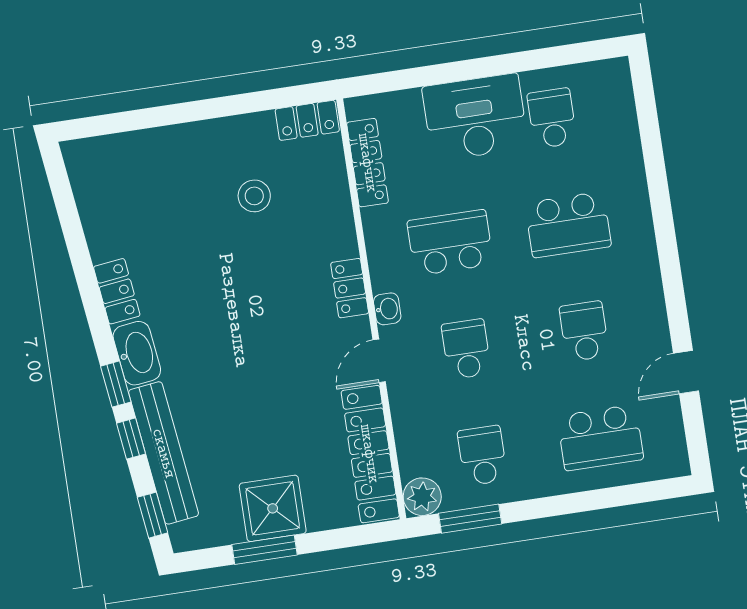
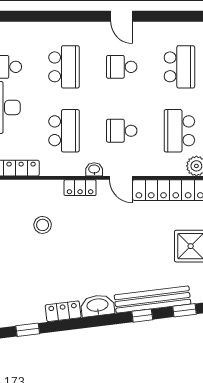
stool: (254, 196) -> (43, 225), moved
school desk: (450, 243) -> (64, 131), turned 180
door: (686, 372) -> (122, 16), moved
window: (116, 384) -> (28, 330), moved
school desk: (482, 456) -> (179, 131), width x1.85

